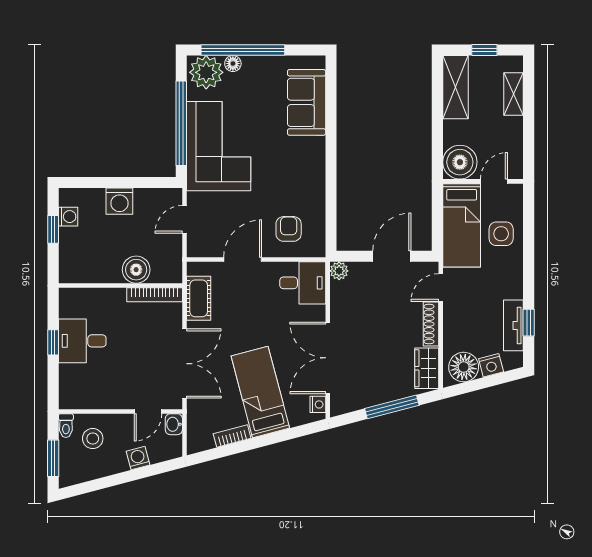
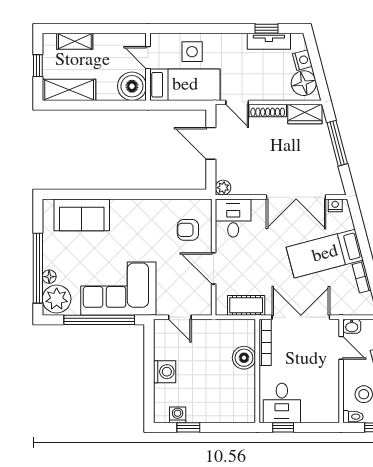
boiler: (136, 270) -> (244, 358), moved
wall: (120, 286) -> (257, 371), moved
bookcase: (155, 295) -> (265, 342), moved

